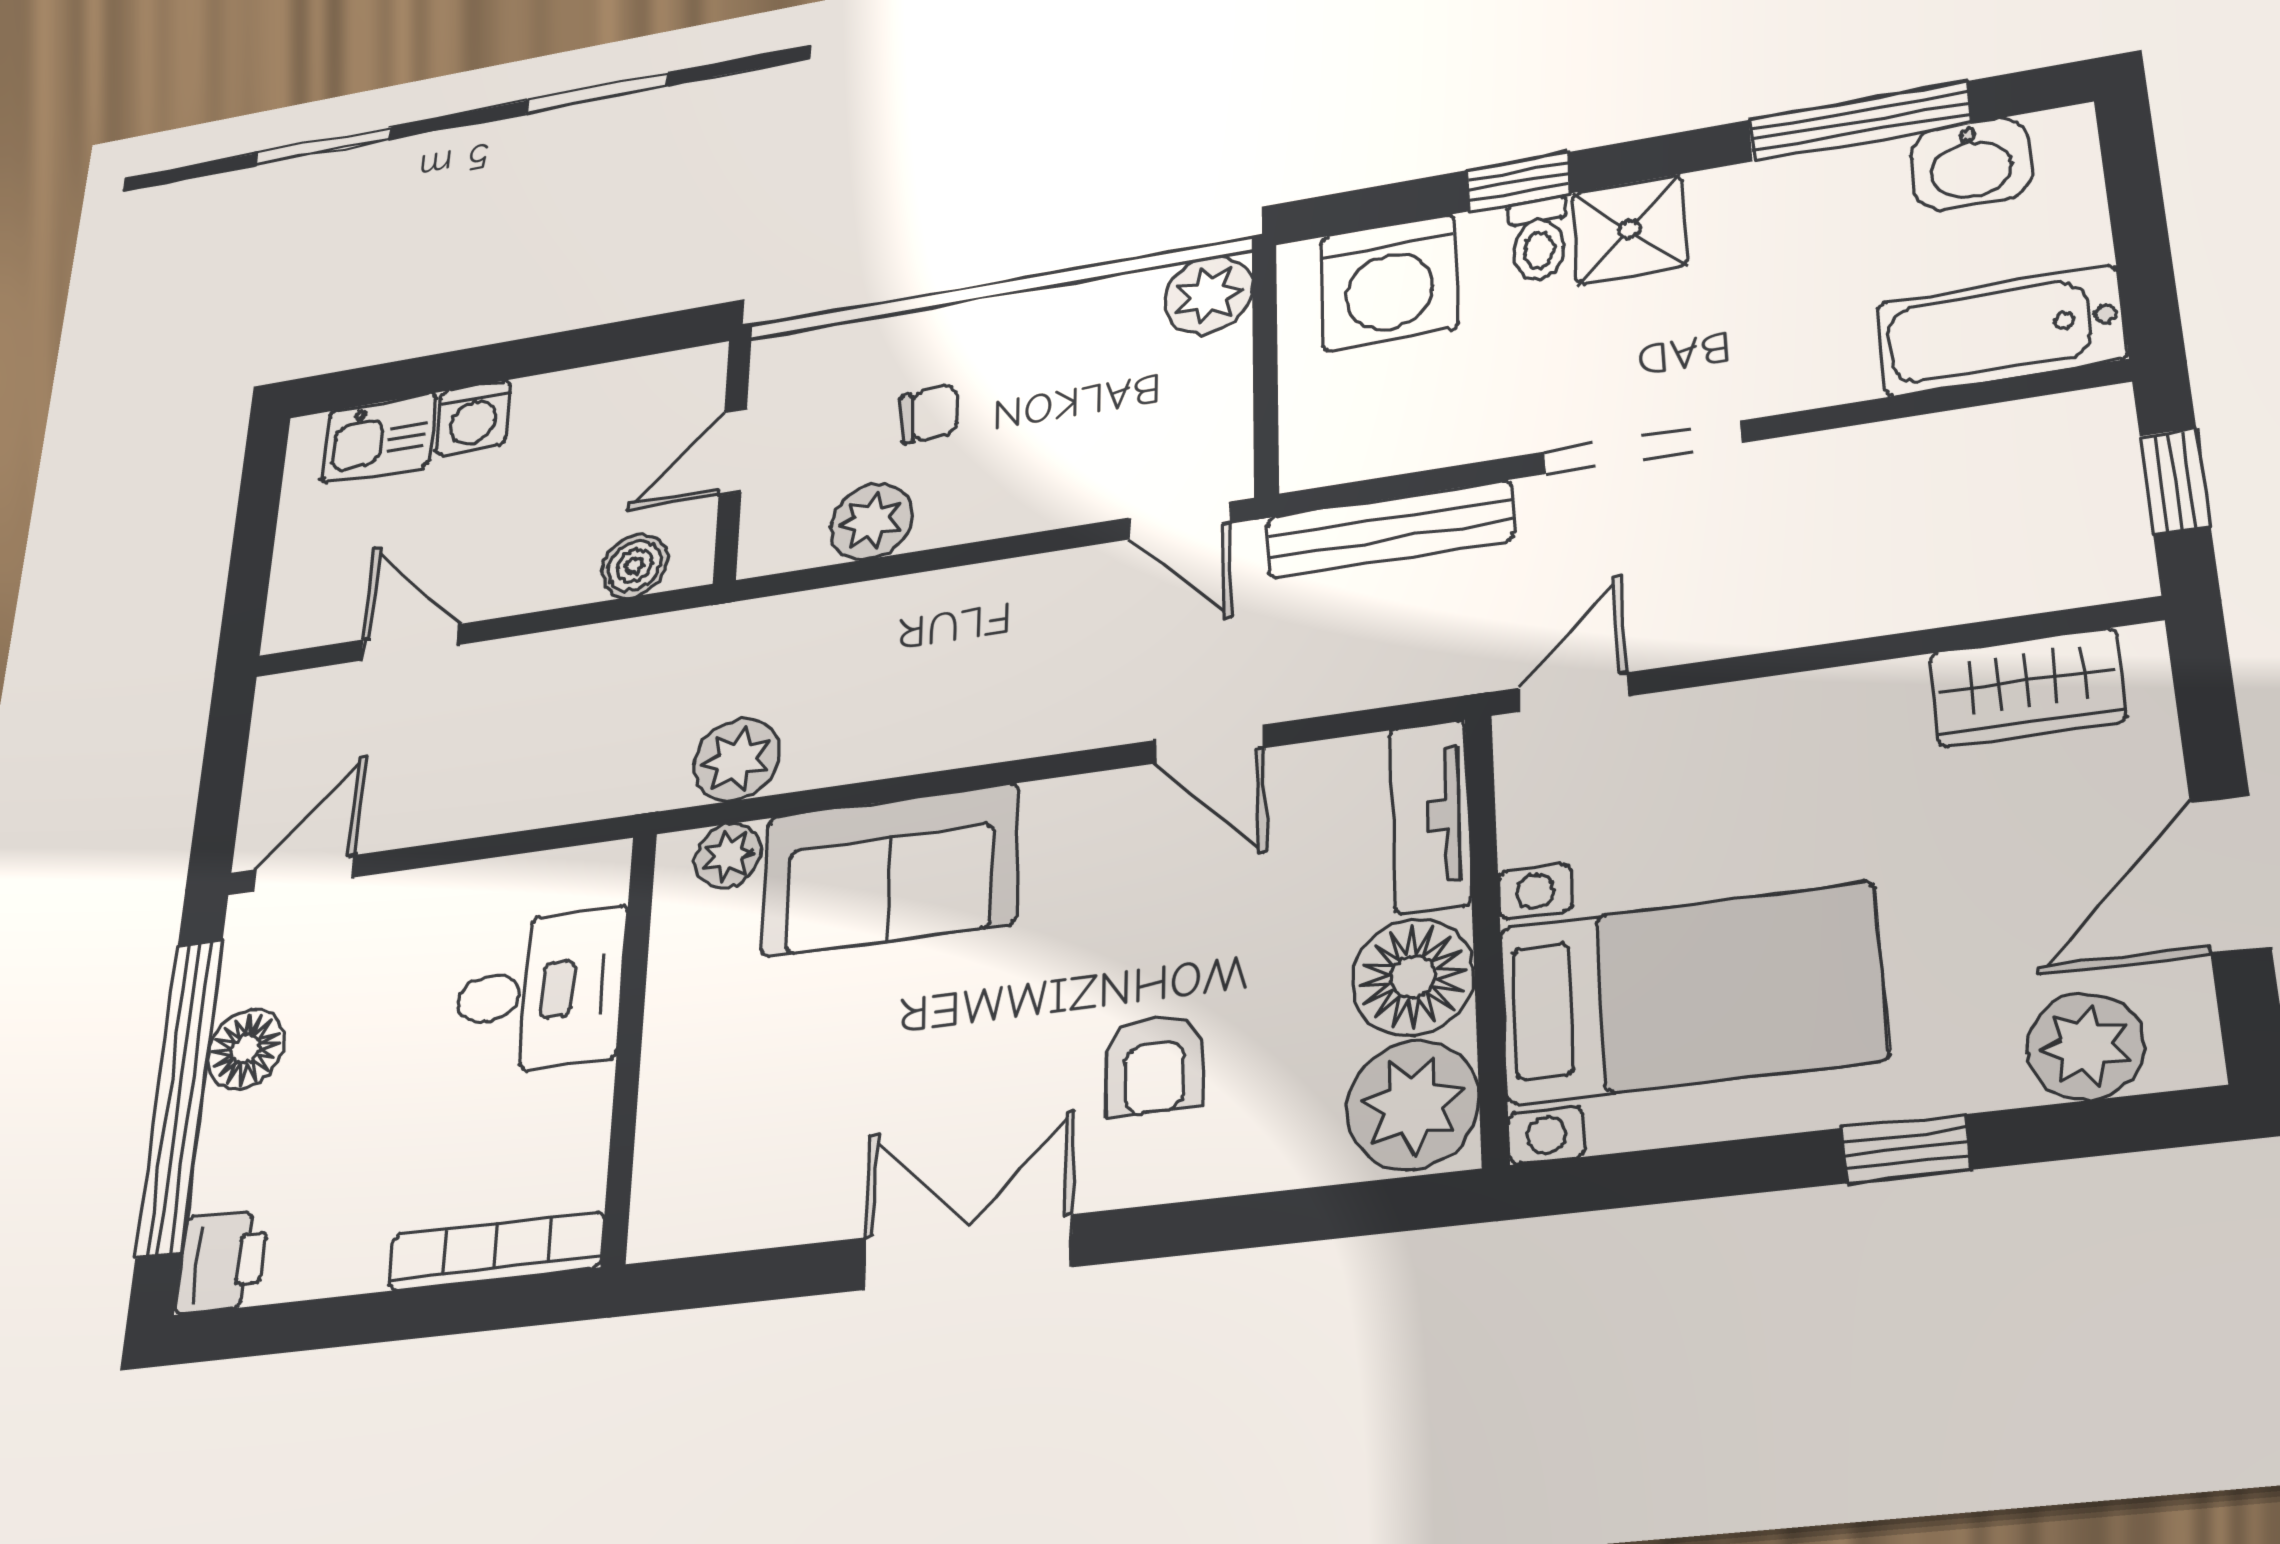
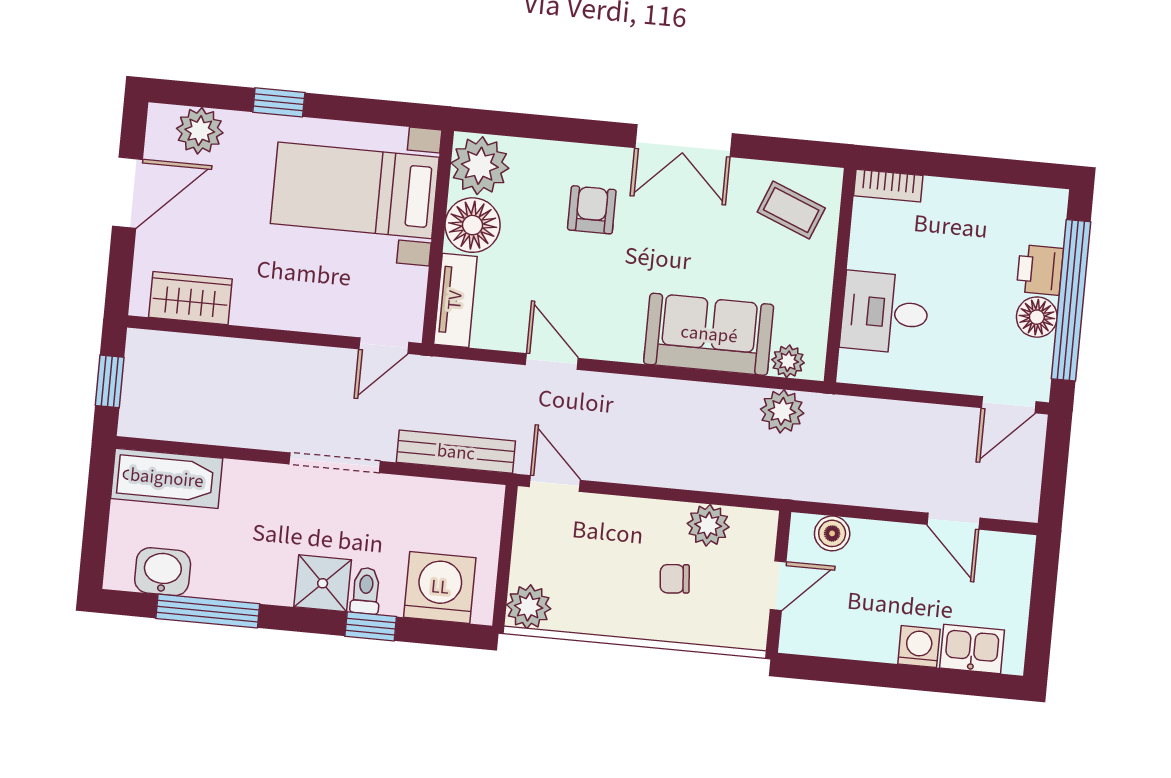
coffee table: (732, 1154) -> (791, 210), added
bookcase: (496, 1251) -> (888, 186), width x0.64
printer: (222, 1262) -> (1040, 270), moved

